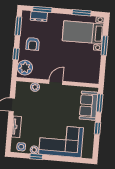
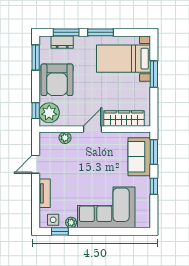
window: (82, 13) -> (100, 32), moved
armchair: (33, 44) -> (57, 80), width x1.88, depth x1.88
window: (16, 54) -> (36, 111), moved
wardrobe: (80, 77) -> (124, 119), added
window: (36, 157) -> (60, 231), moved

